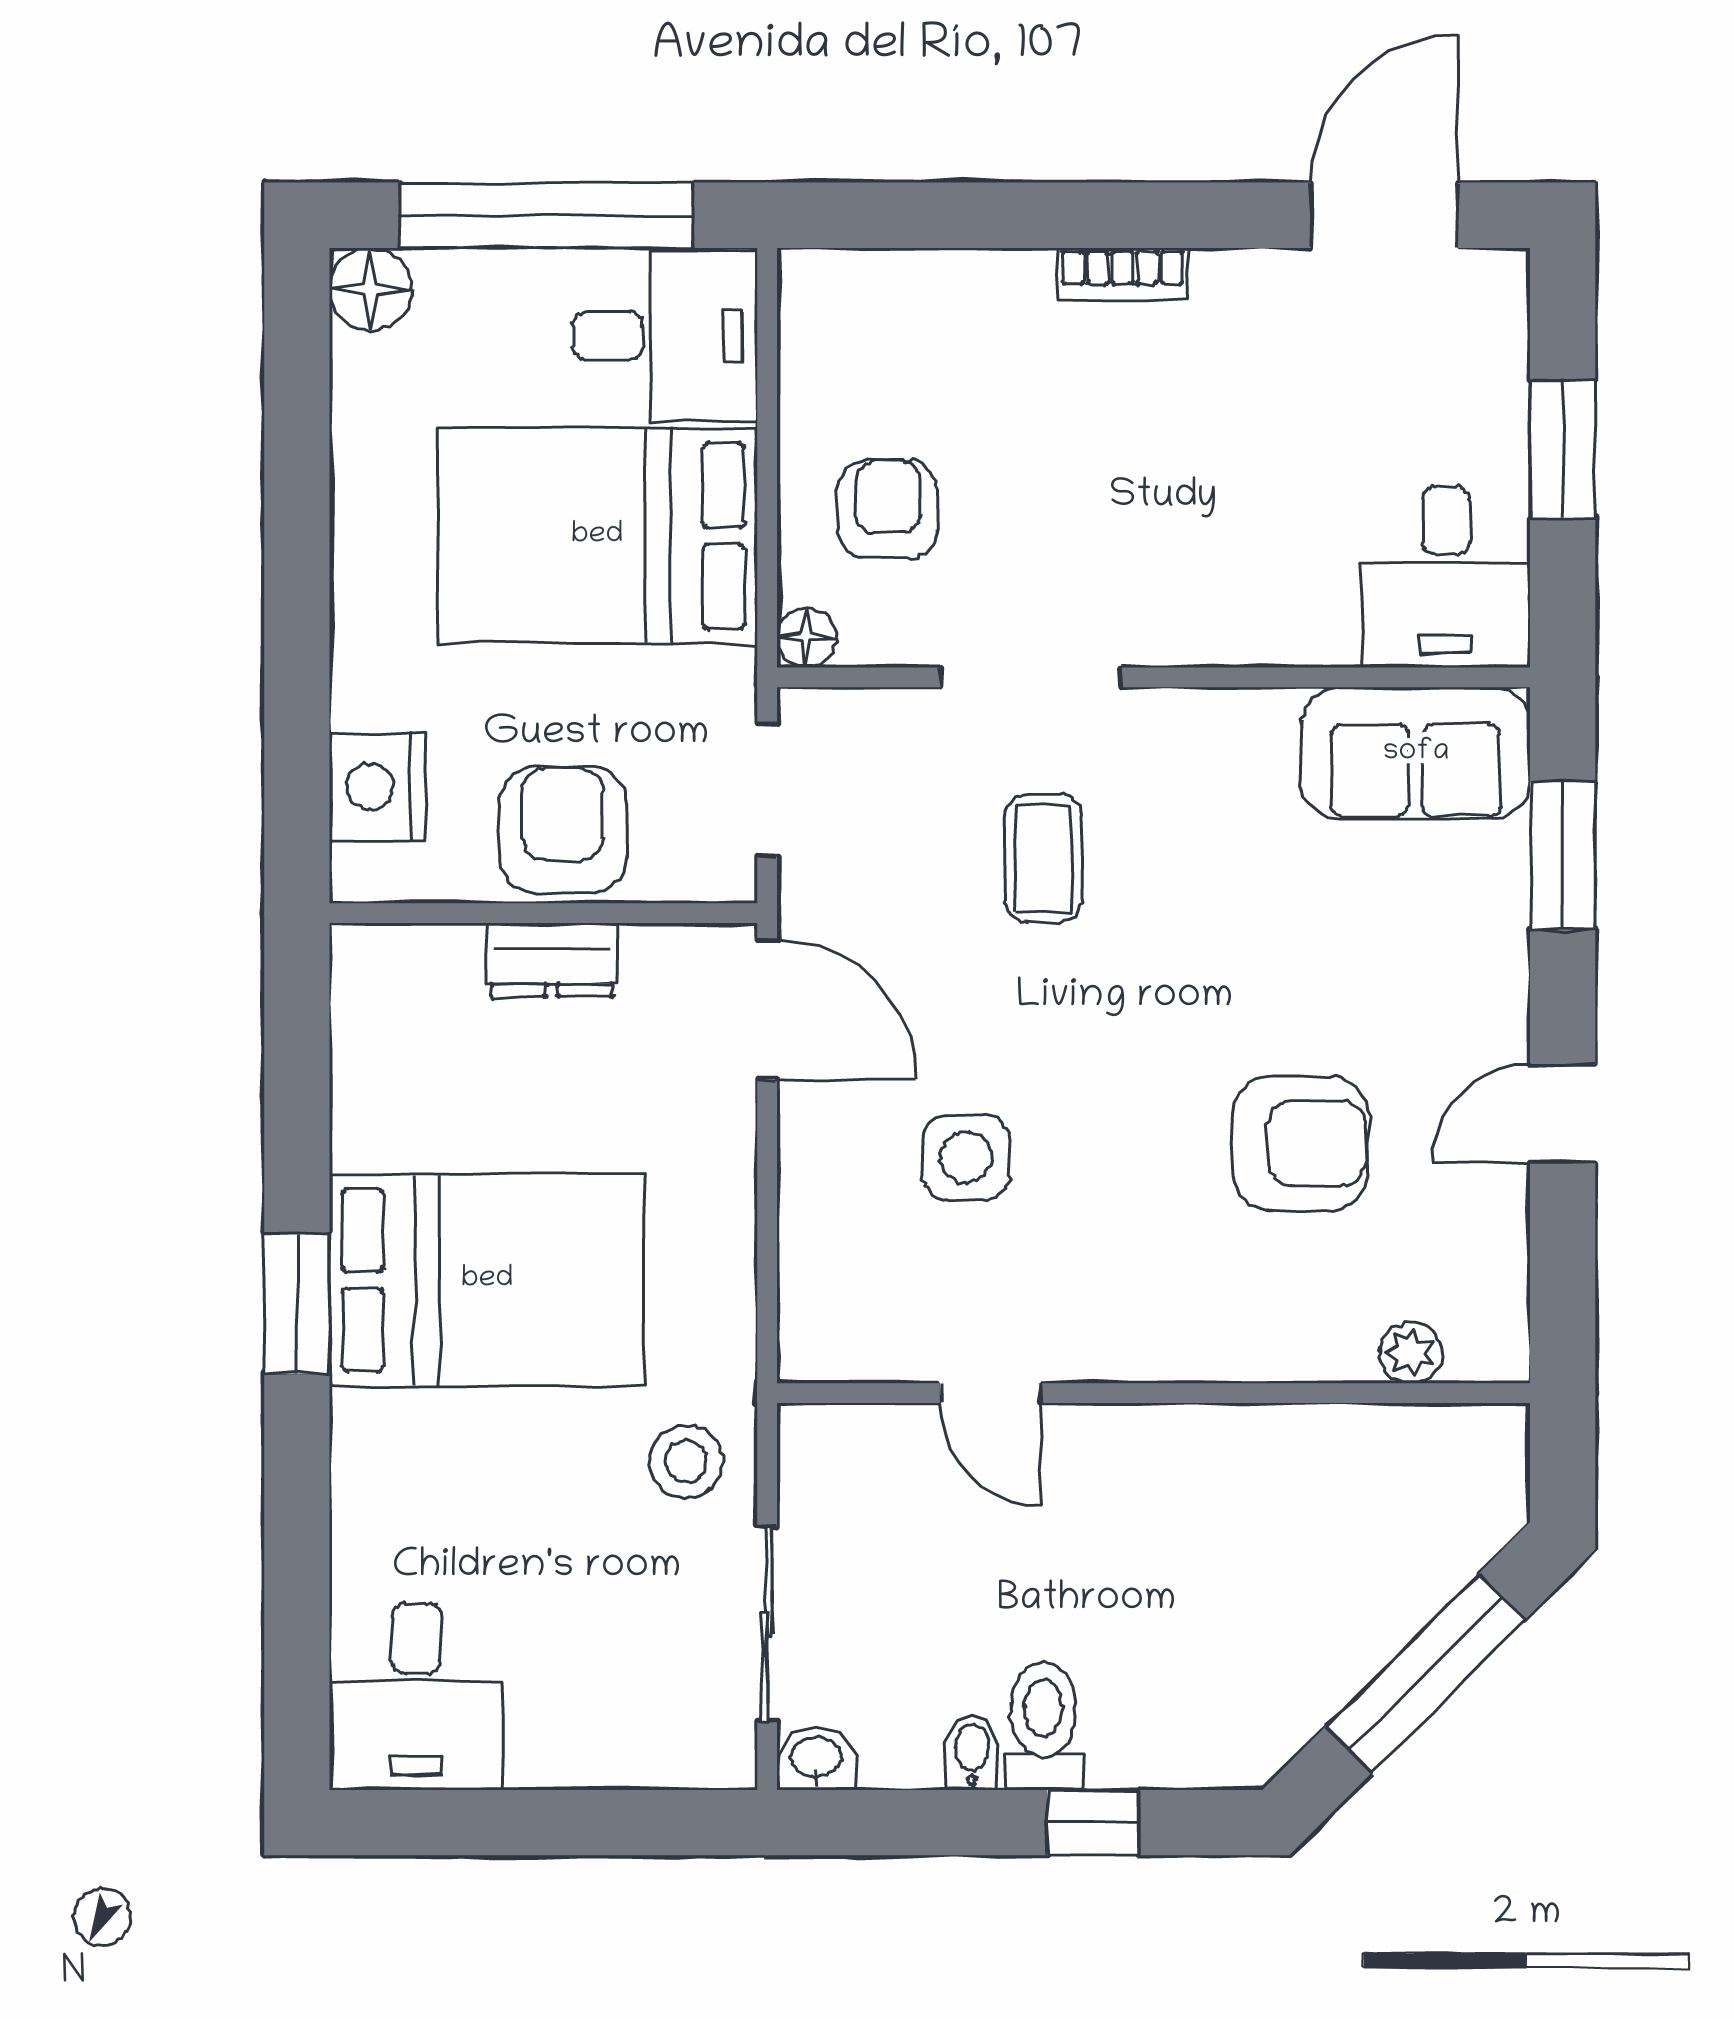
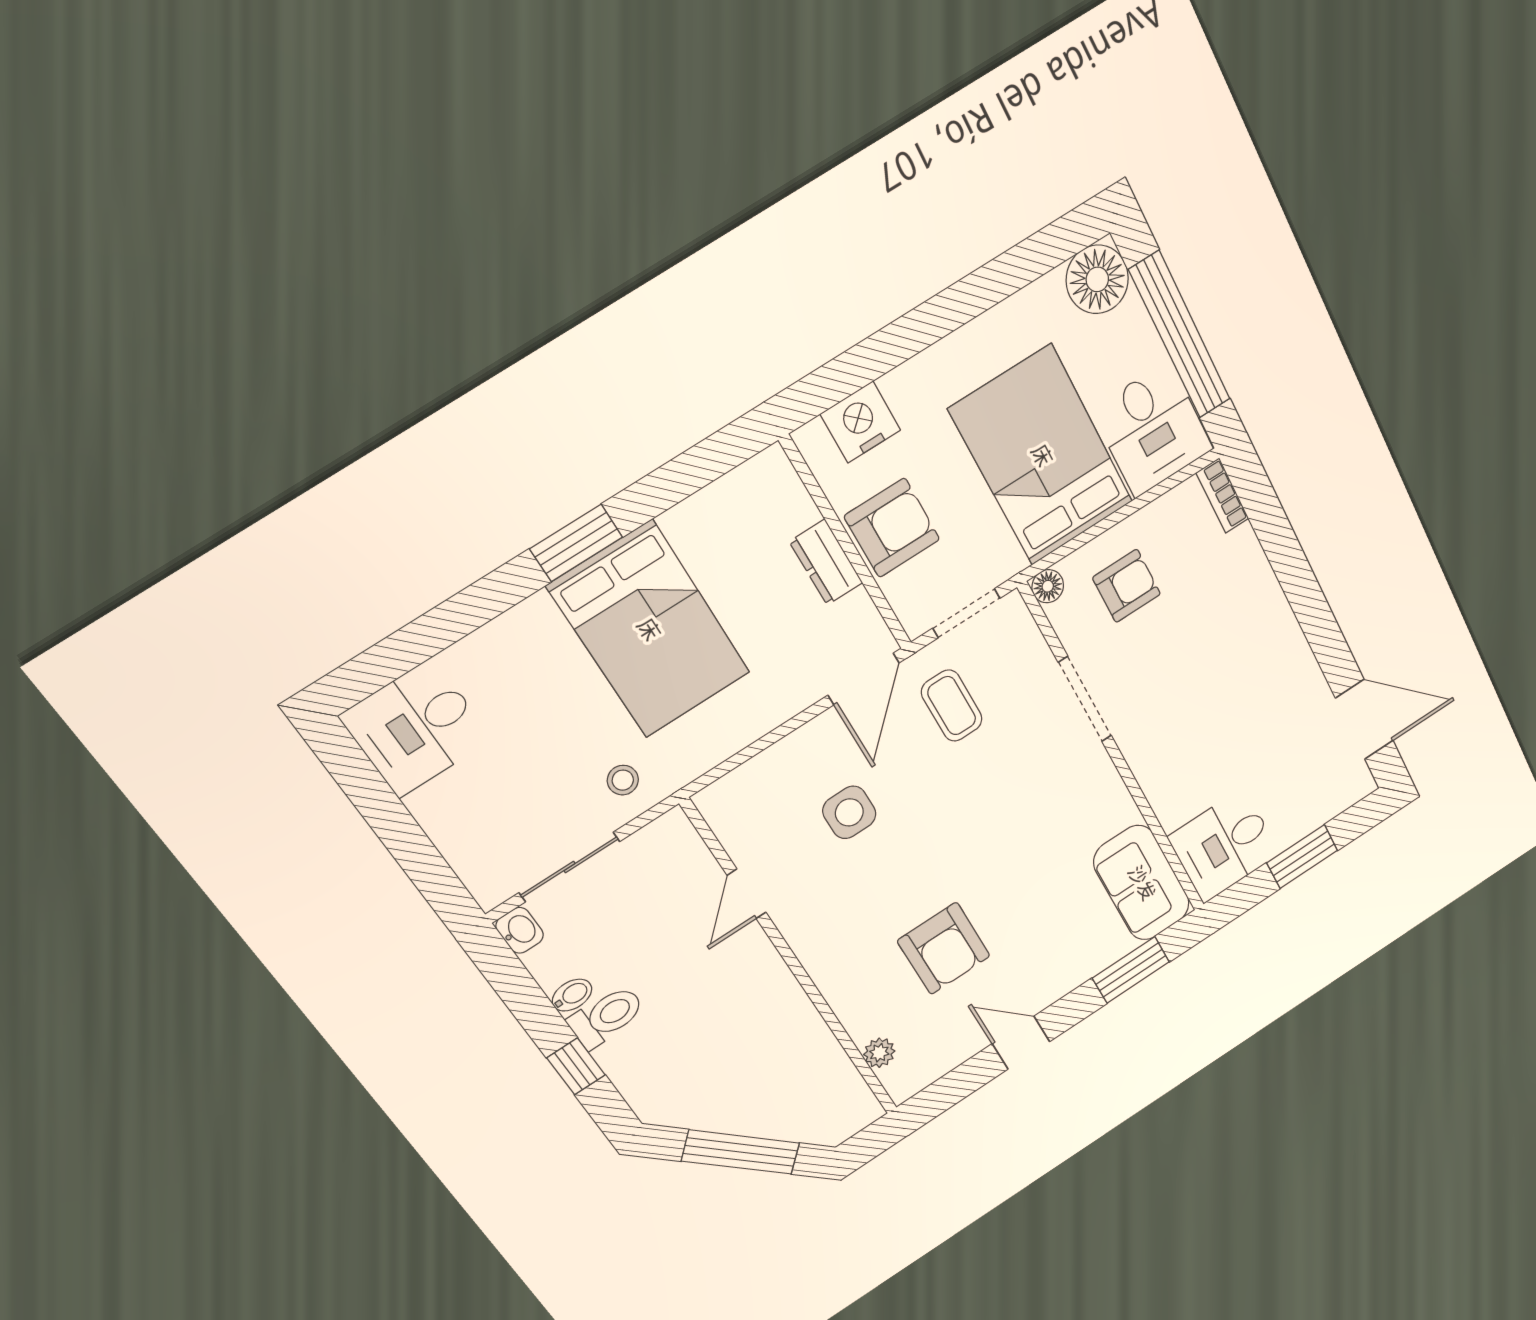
bookcase: (1123, 274) -> (1222, 496), moved
floor lamp: (371, 289) -> (1097, 279), width x1.38, depth x1.38
coffee table: (1044, 858) -> (952, 706), moved, turned 90
stool: (686, 1461) -> (623, 780), width x0.73, depth x0.73

